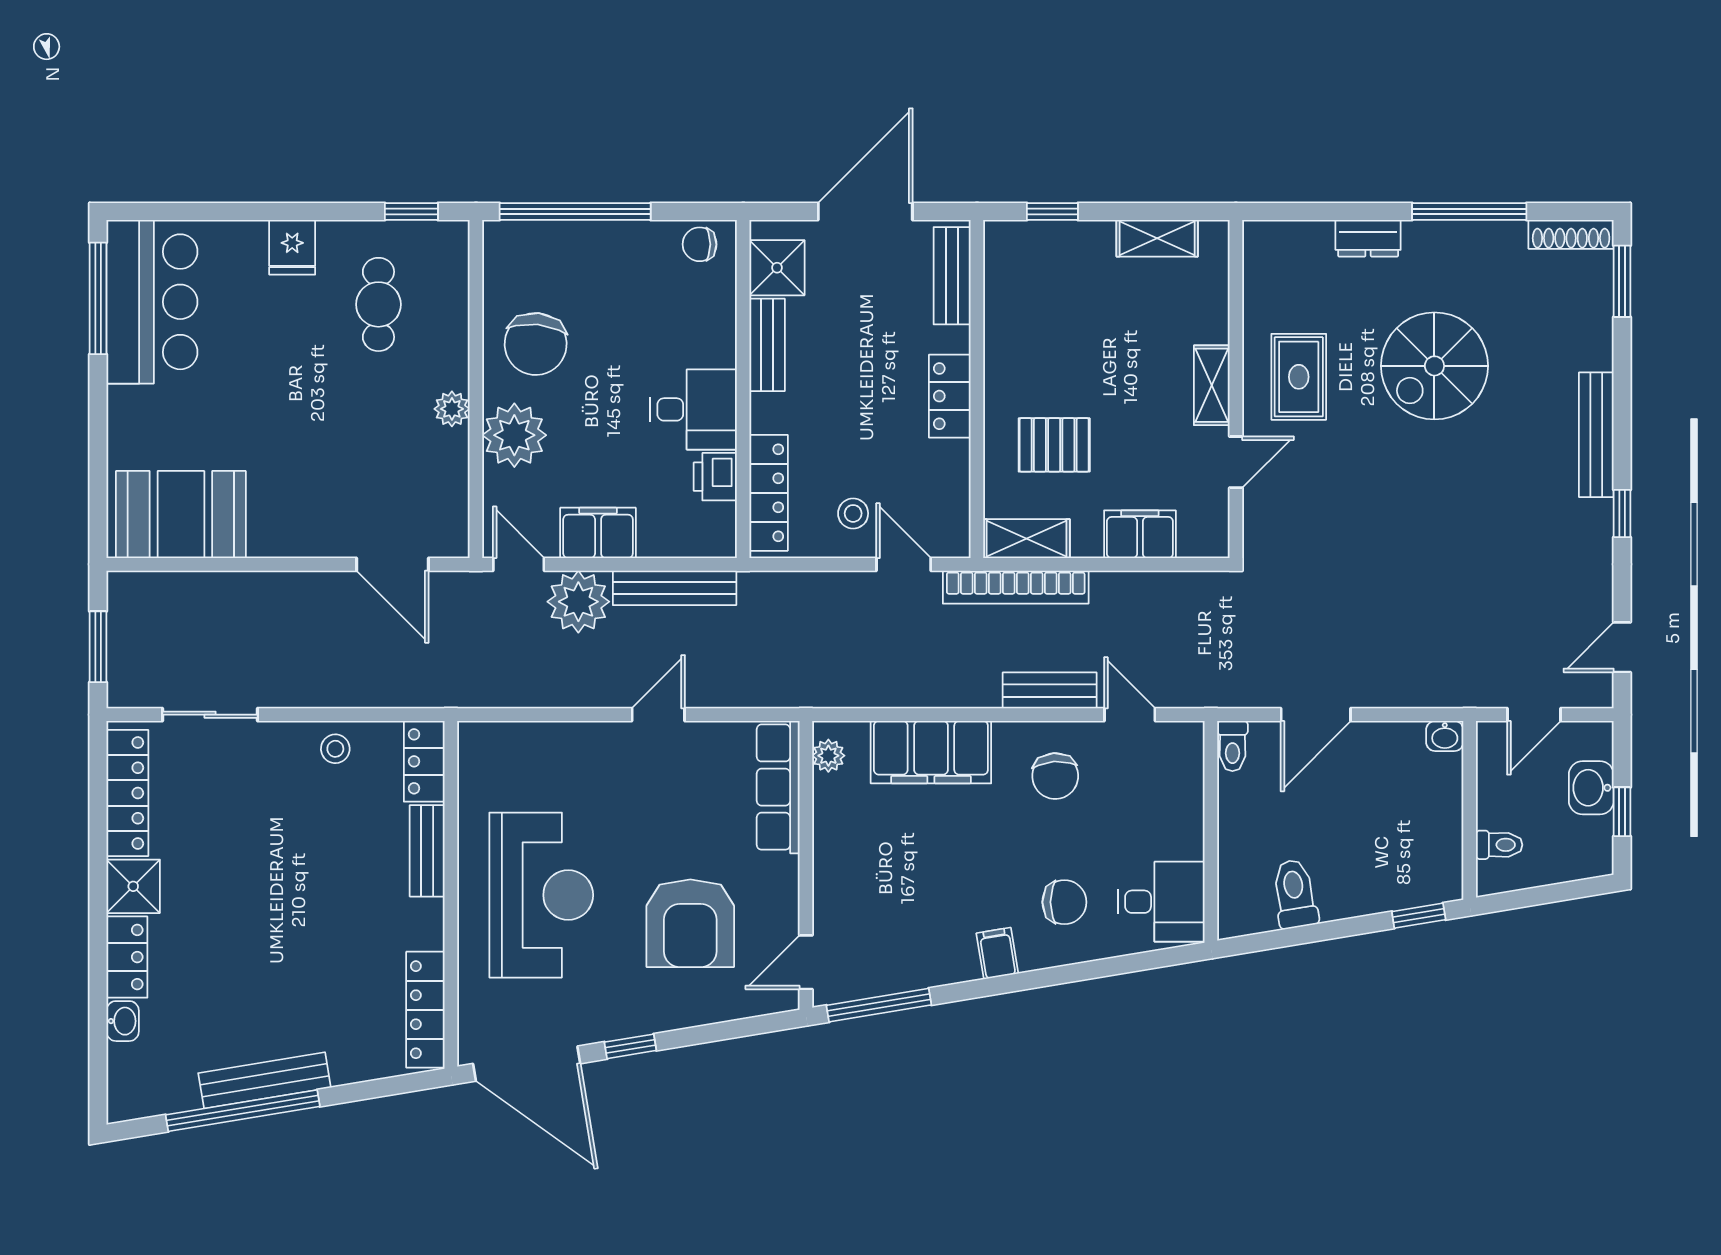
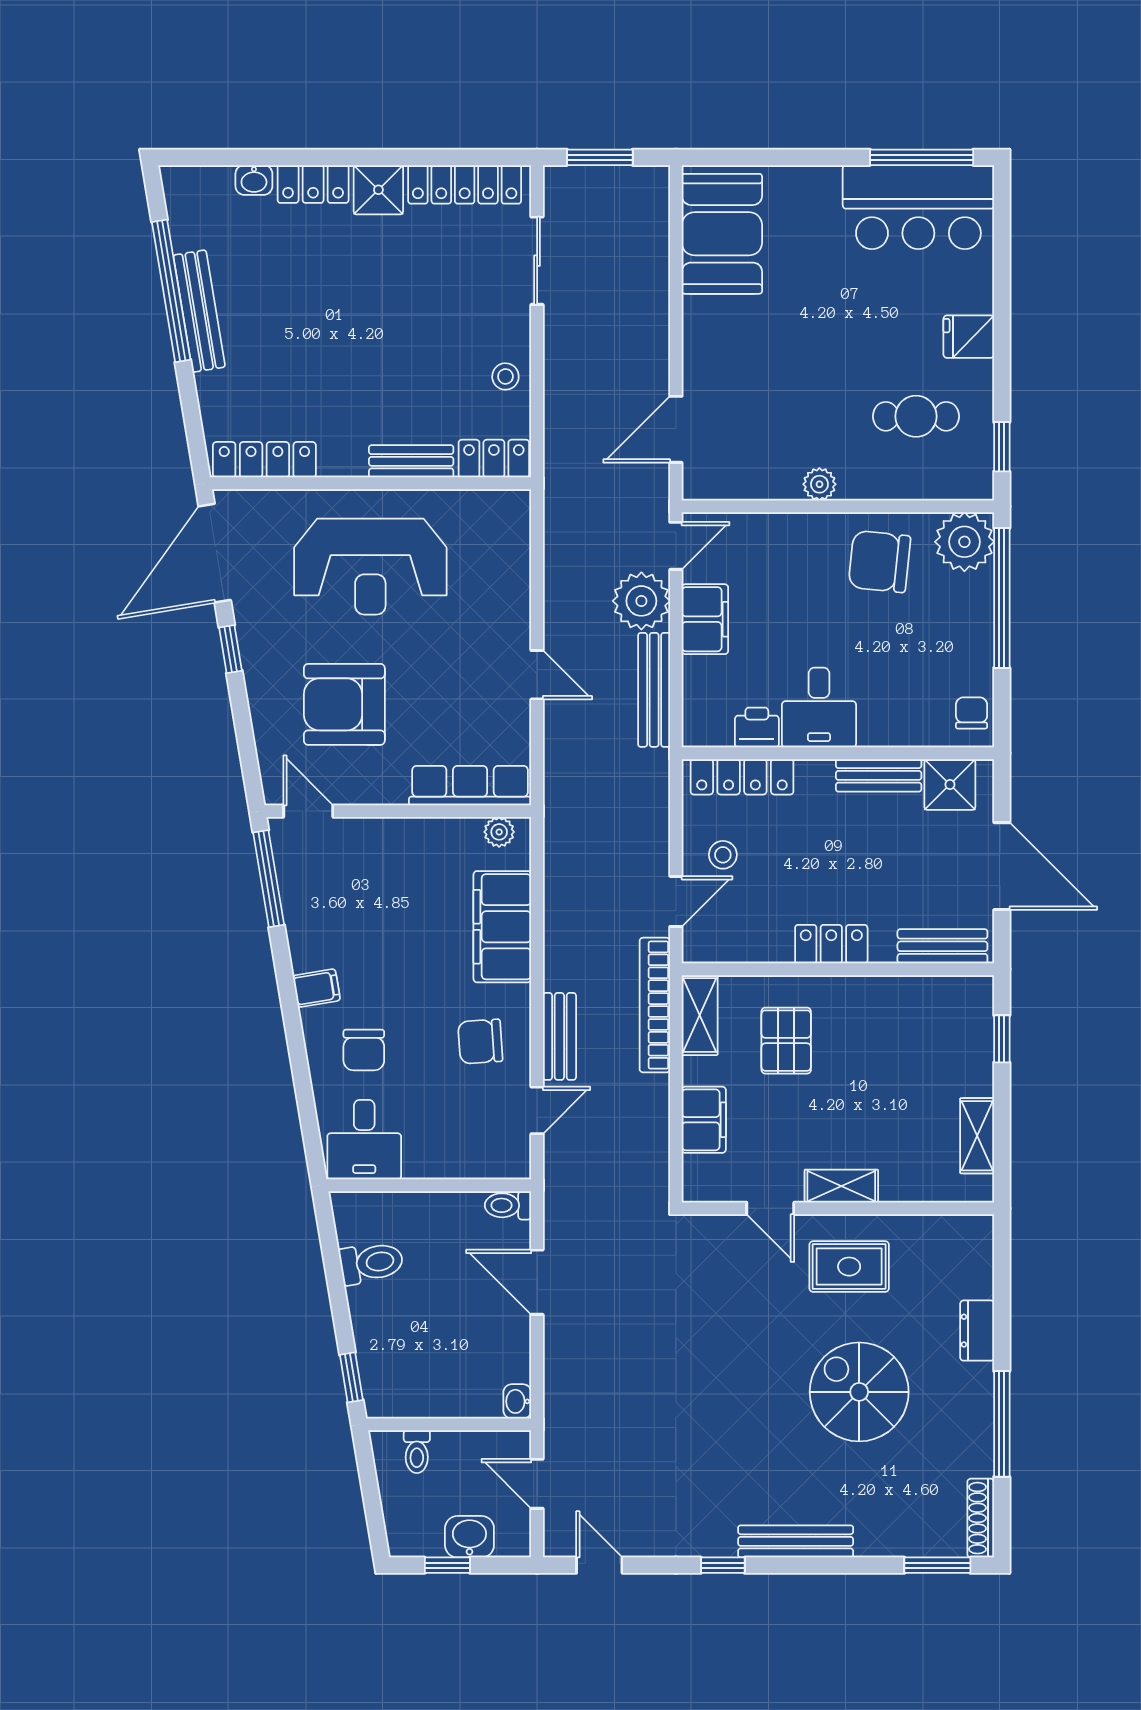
plant: (514, 435) -> (964, 542), moved

